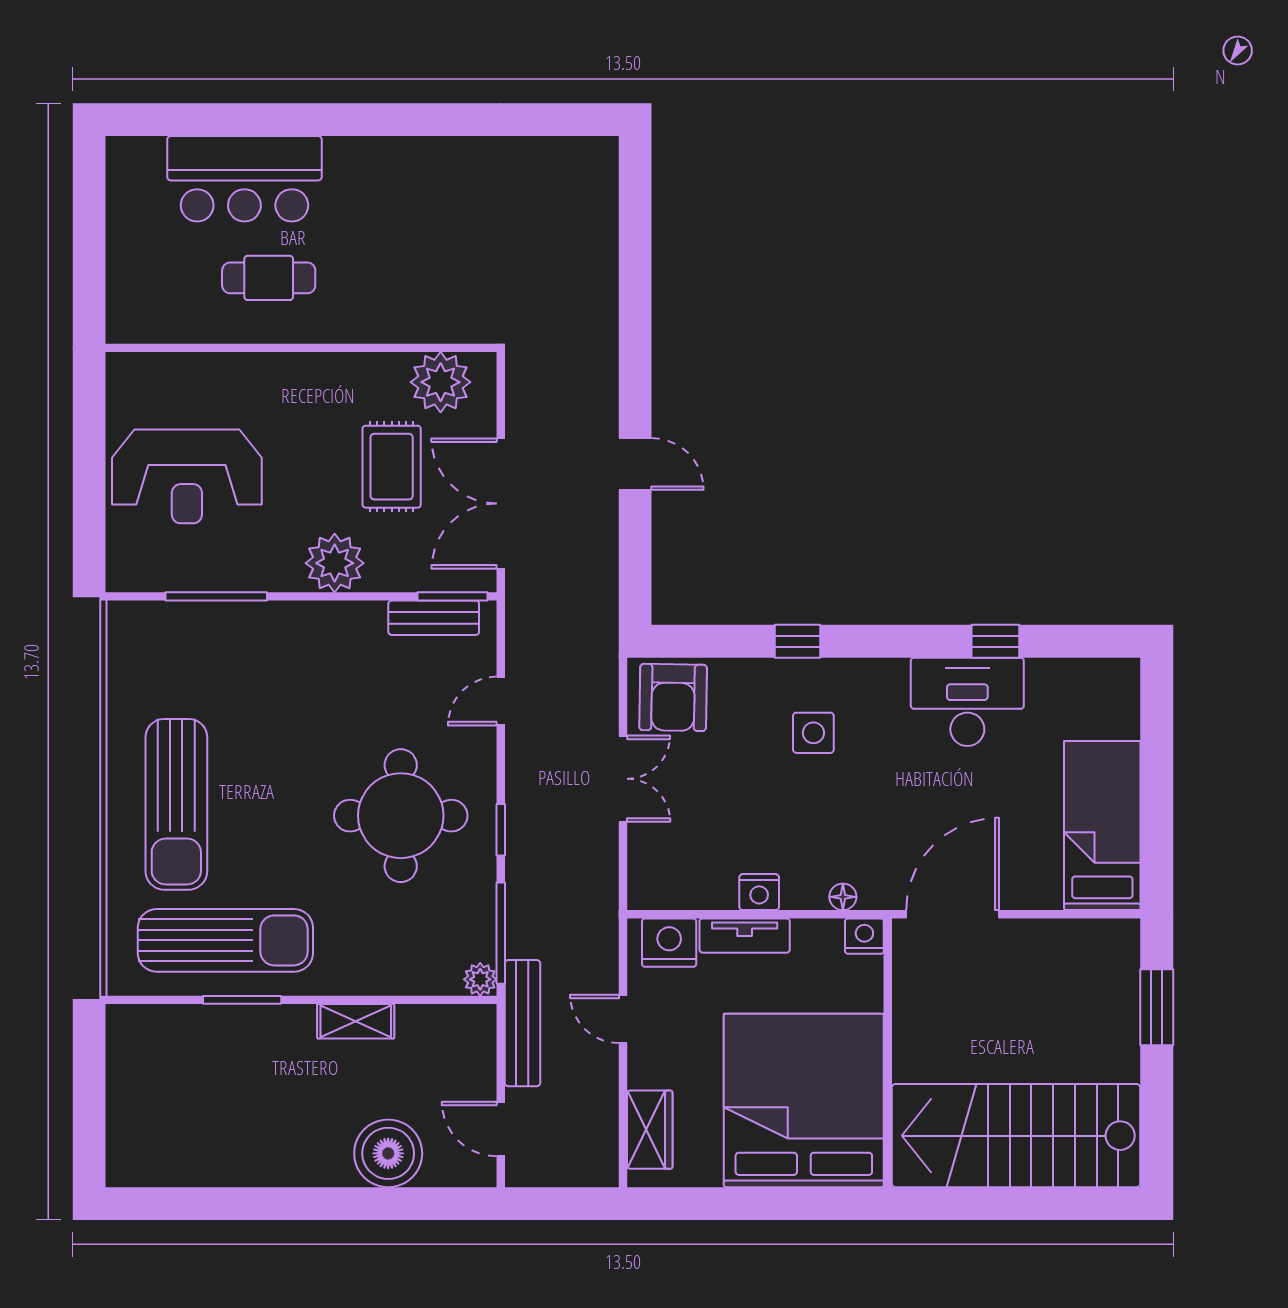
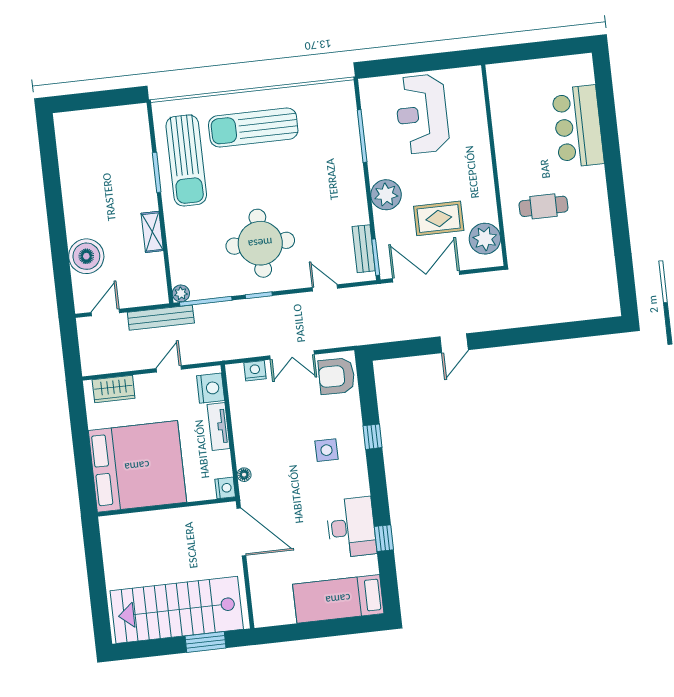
cafe table: (269, 278) -> (544, 206), moved, turned 90
bed: (1102, 825) -> (338, 599), moved, turned 180
nightstand: (759, 892) -> (255, 371), moved, turned 90
stairs: (1016, 1136) -> (177, 610), moved, turned -90

